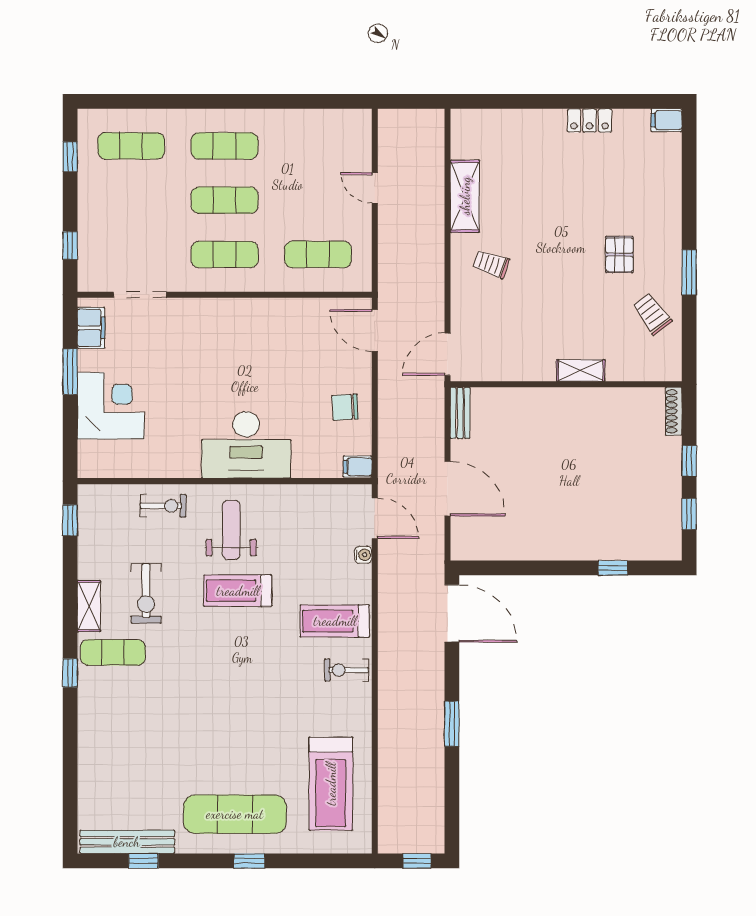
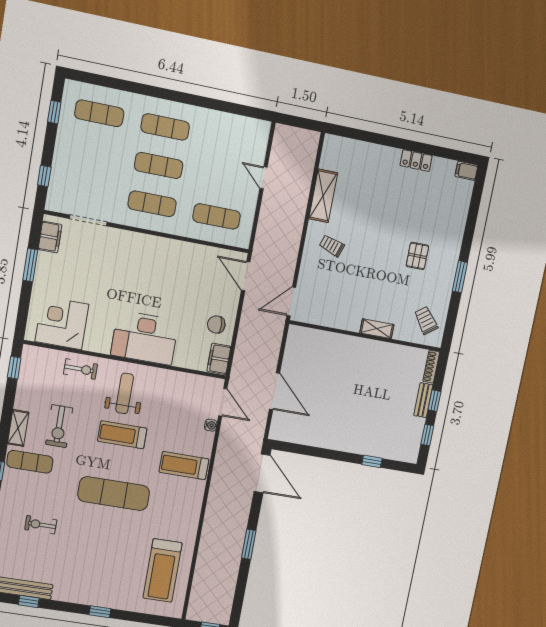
trolley: (652, 314) -> (426, 320), moved
corner desk: (111, 406) -> (62, 323), moved, turned -90
bench: (460, 413) -> (423, 400), moved
filing cabinet: (358, 467) -> (219, 359), width x2.00
exercise bike: (347, 670) -> (41, 525), moved
exercise mat: (235, 814) -> (114, 494), moved

